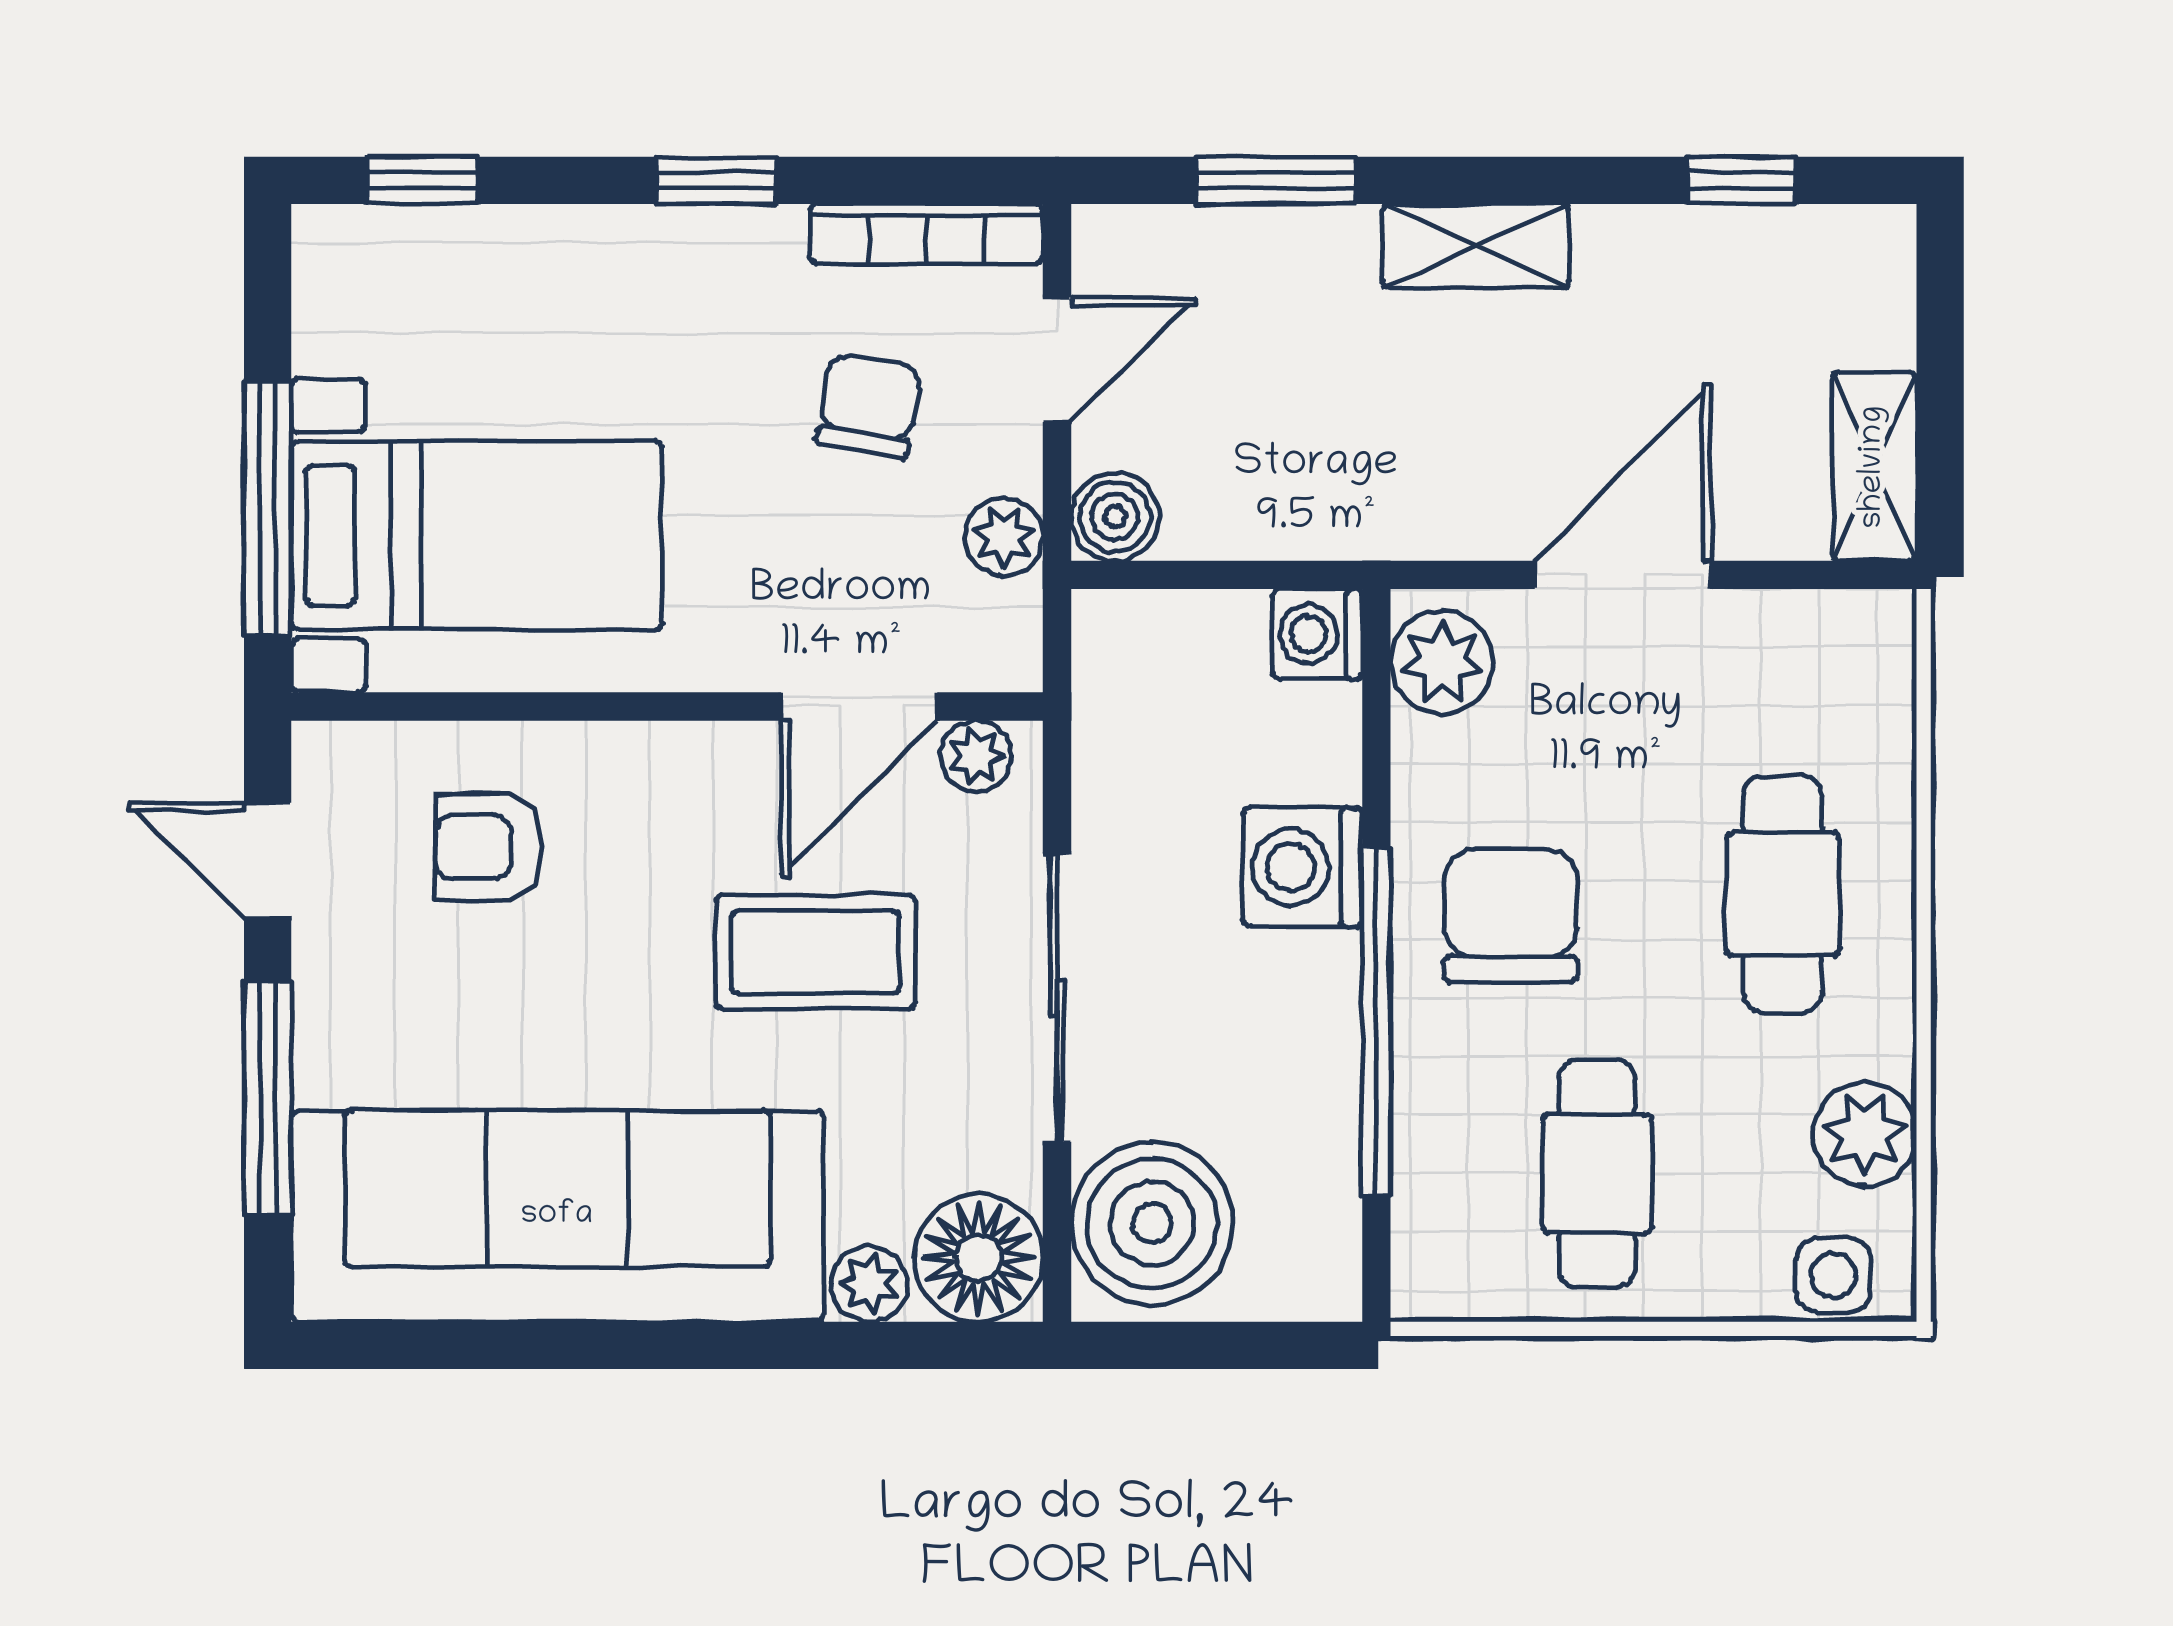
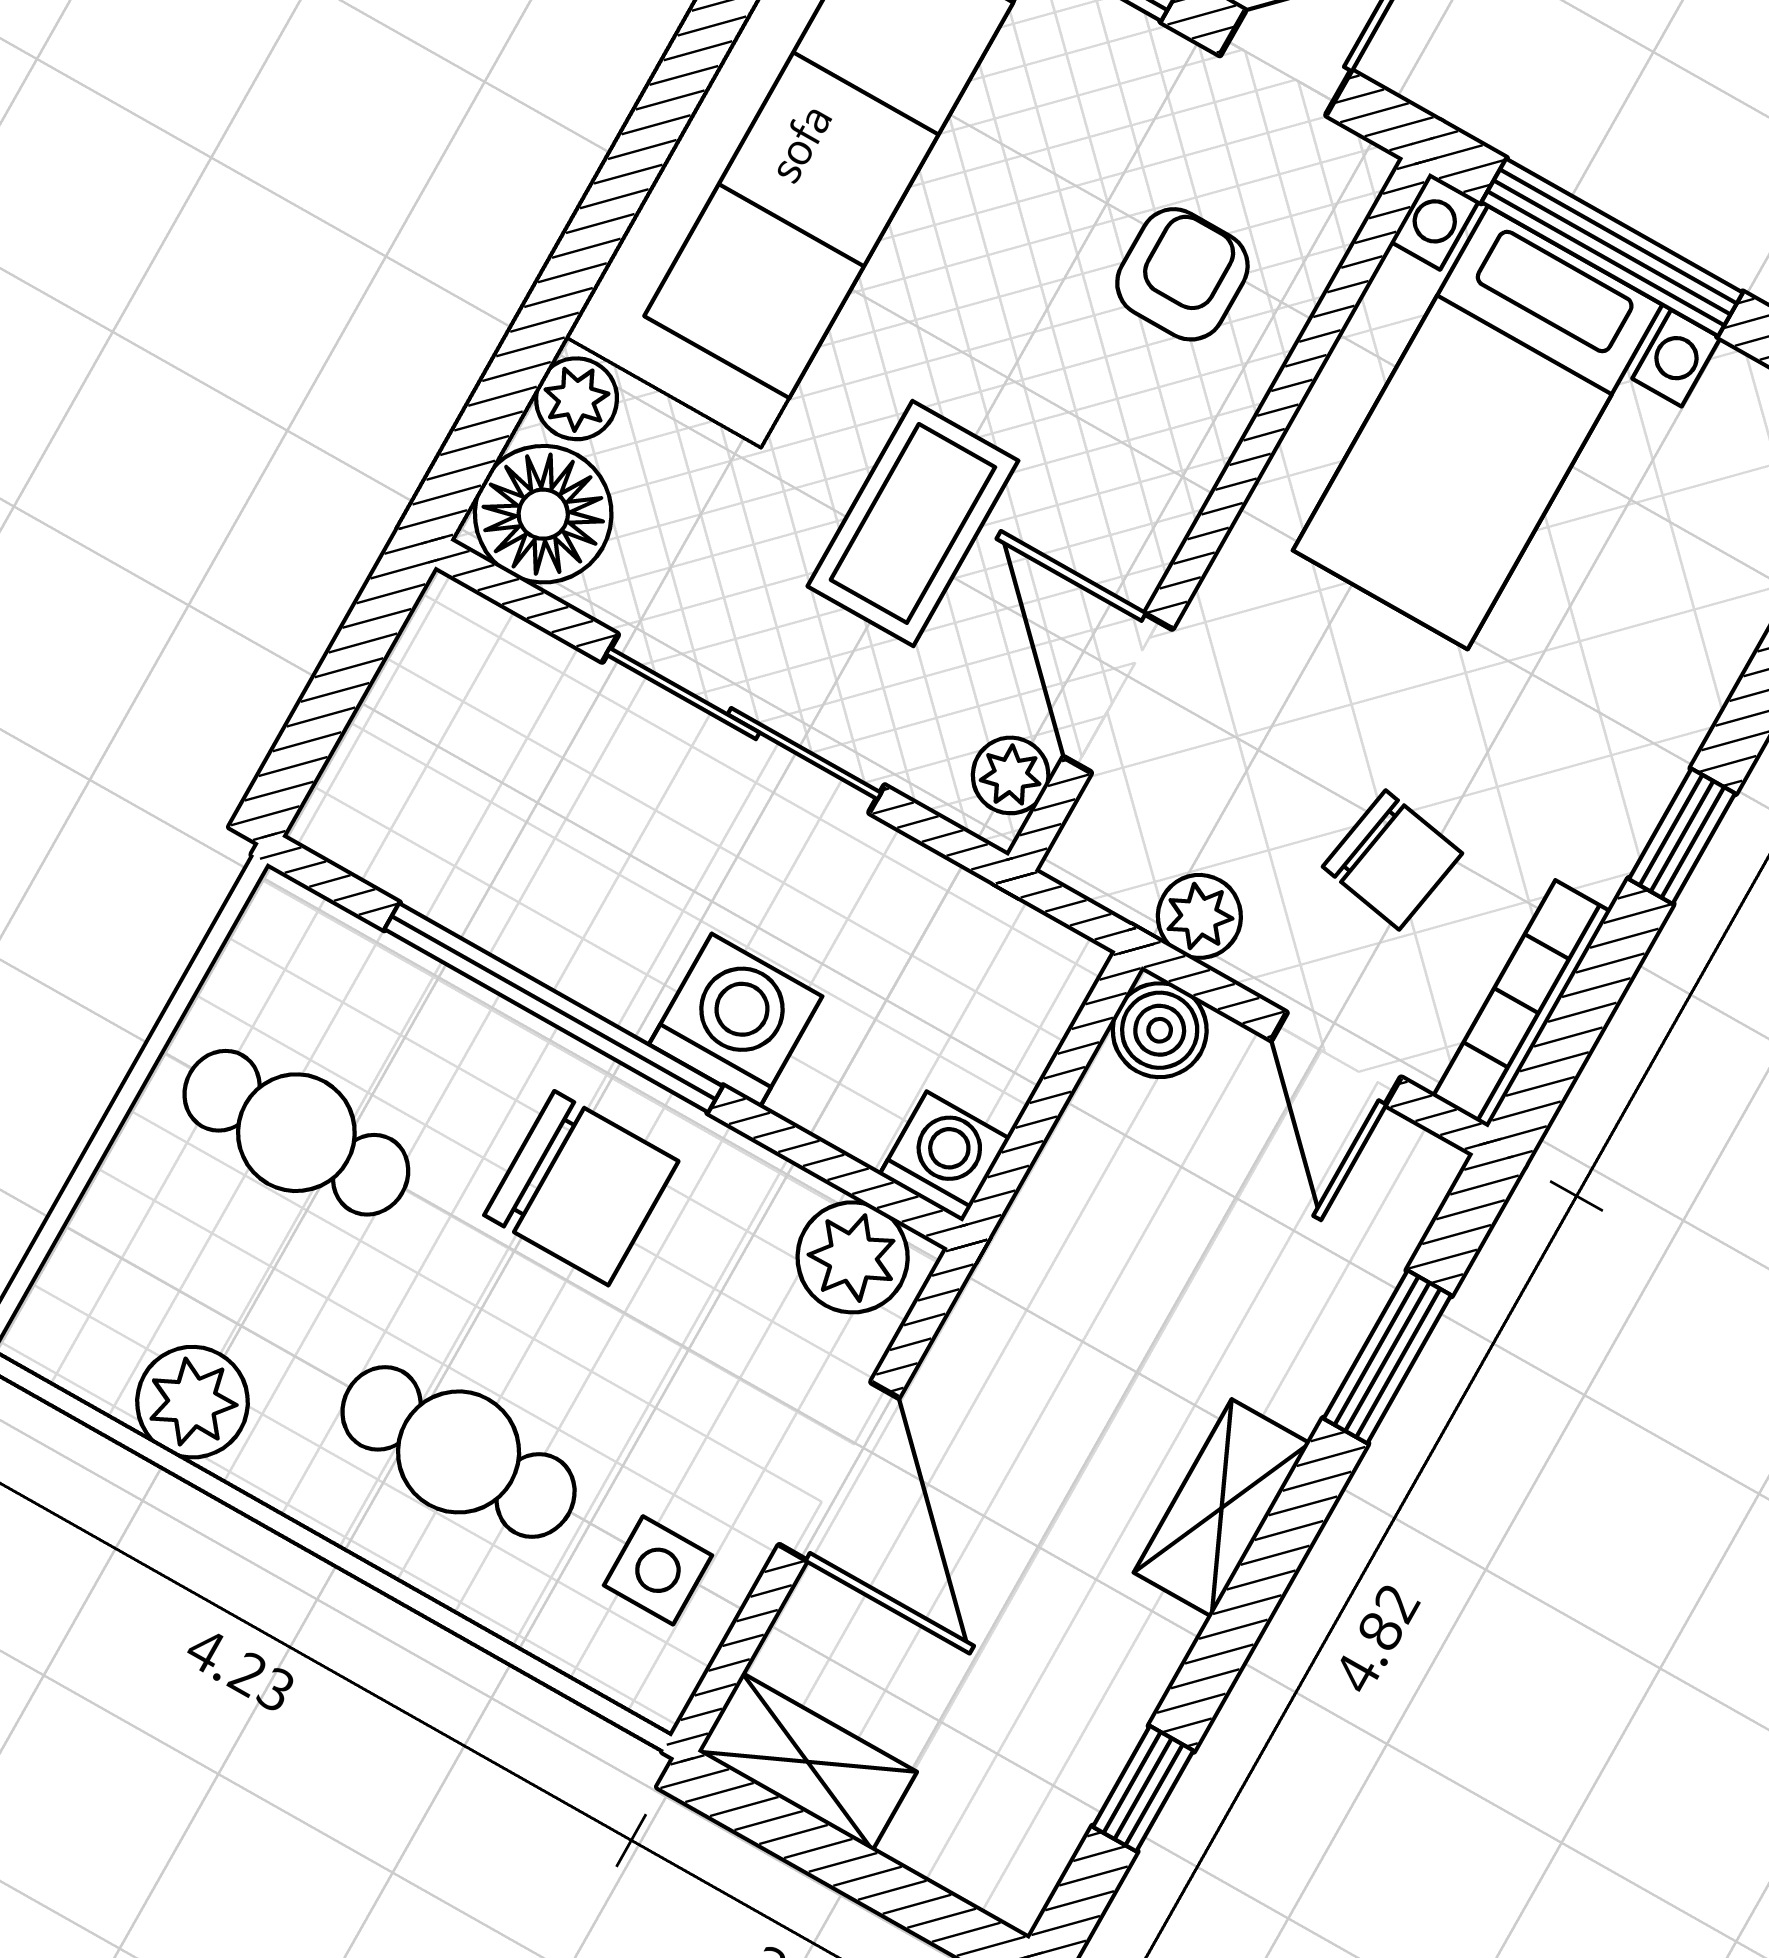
boiler: (1152, 1223) -> (484, 693), removed
side table: (1833, 1275) -> (658, 1570), moved

